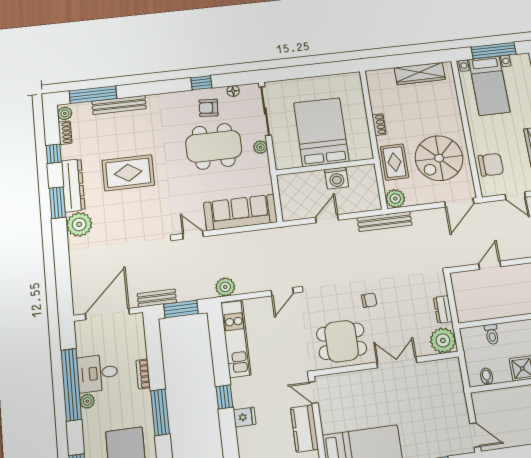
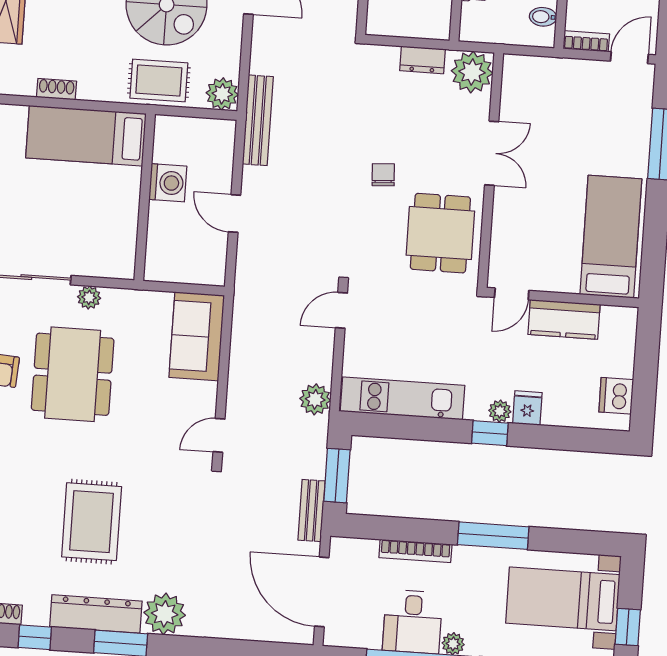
shoe rack: (379, 125) -> (56, 89), moved
bed: (321, 132) -> (86, 136), moved, width x0.67
sofa: (240, 212) -> (197, 336), width x0.73
door: (282, 292) -> (341, 310), swing flipped
double door: (397, 362) -> (492, 153), swing flipped
bookcase: (143, 374) -> (415, 551), width x1.56
plant: (239, 400) -> (500, 411), added
bookcase: (478, 406) -> (586, 41), added

